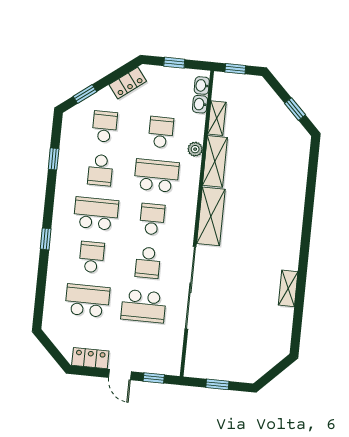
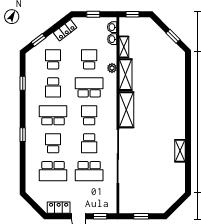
school desk: (87, 301) -> (53, 171), turned 180

